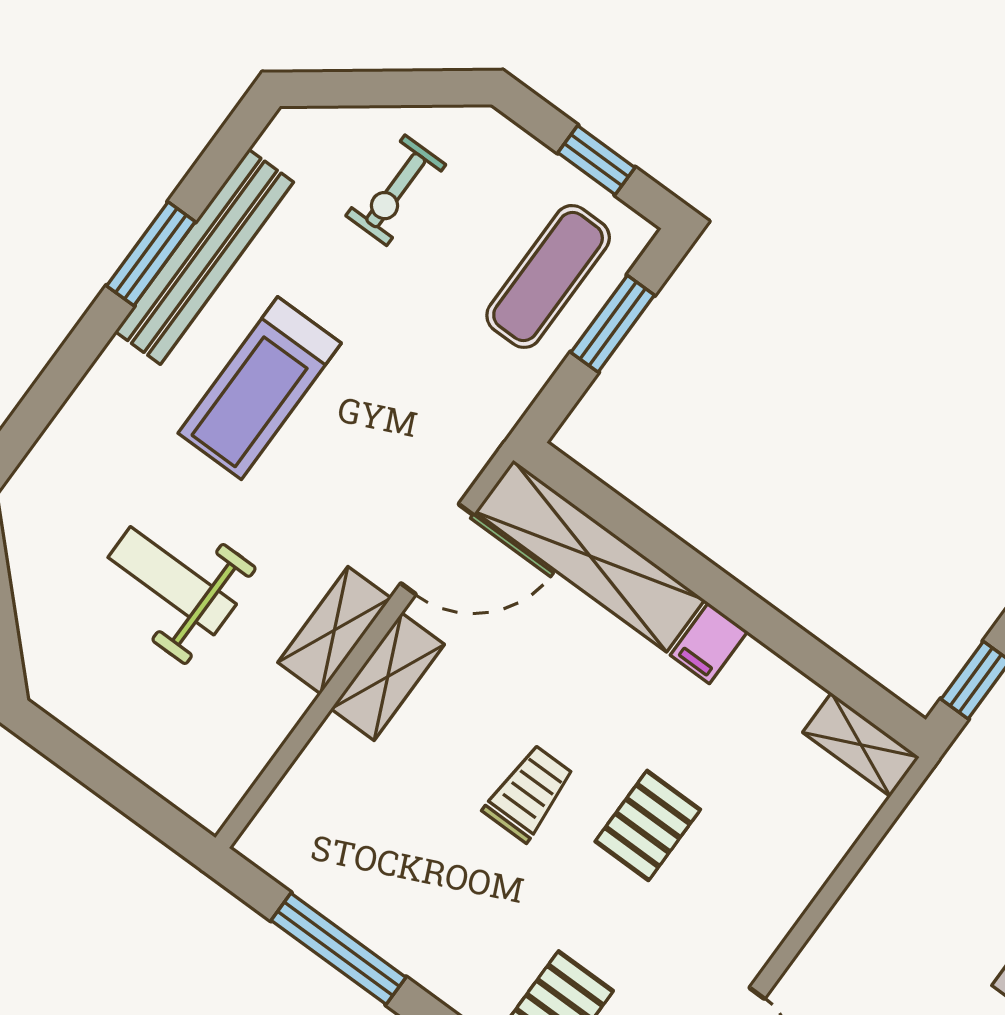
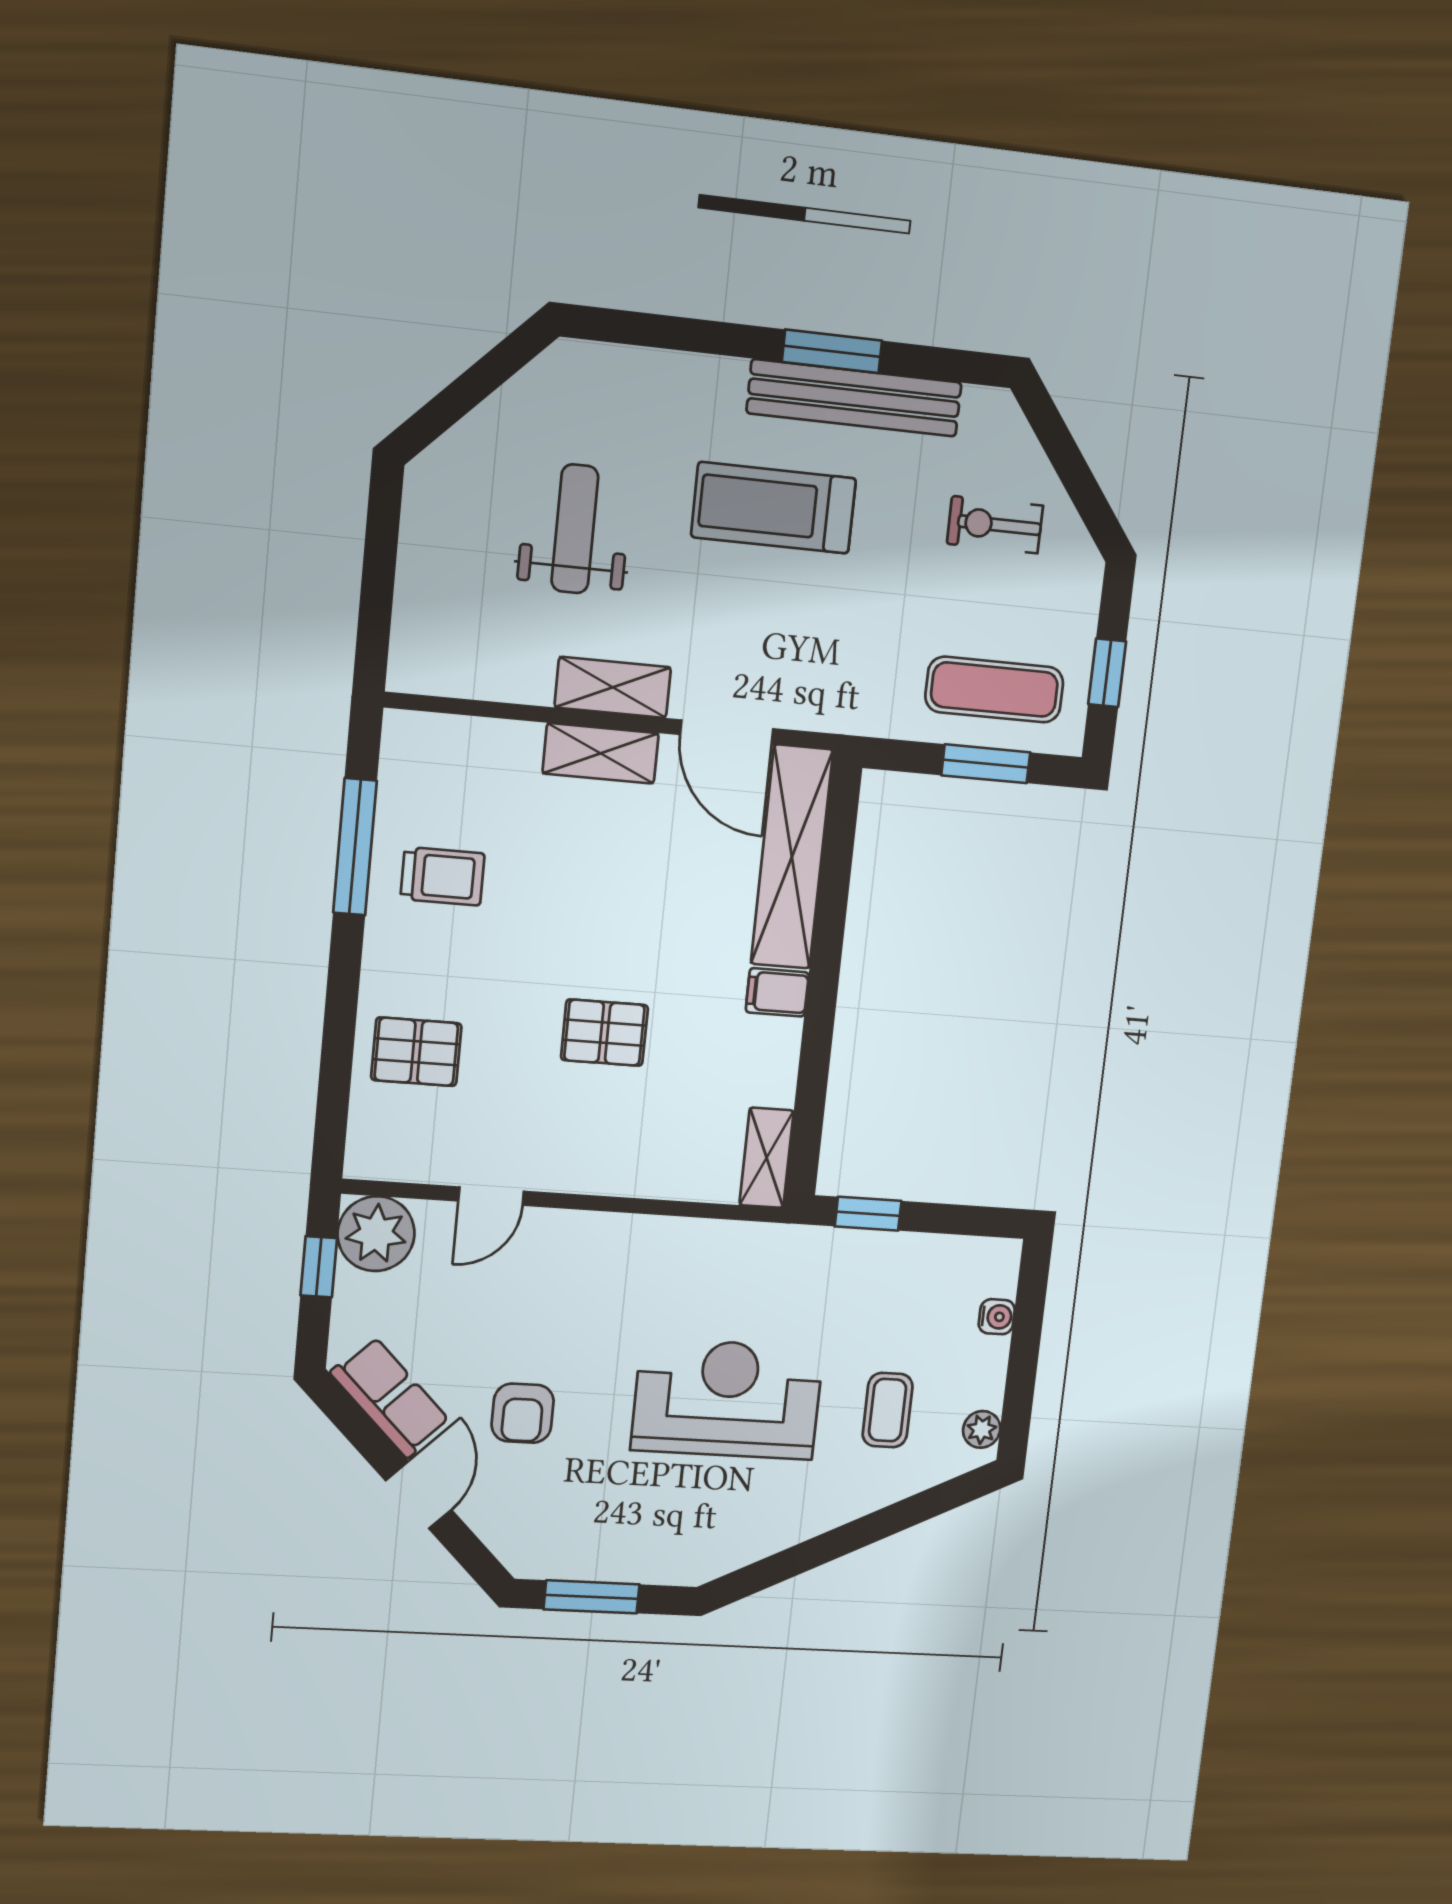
trolley: (529, 793) -> (443, 876), moved

